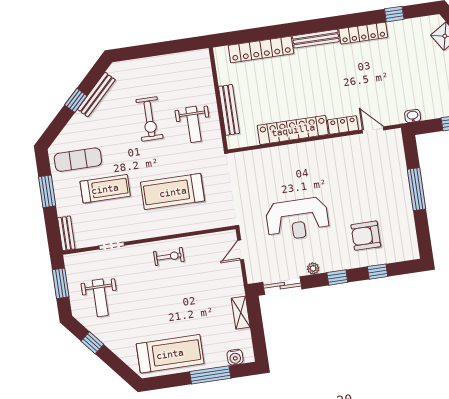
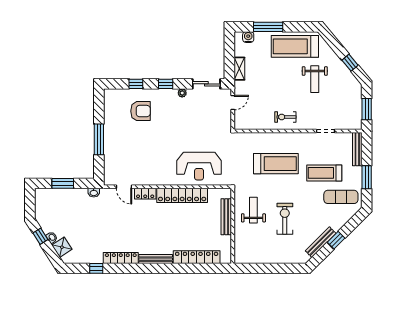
reception desk: (297, 219) -> (199, 166), moved, turned 180
bench: (66, 233) -> (357, 149), width x1.36
door: (241, 250) -> (233, 103), moved
weight bench: (100, 298) -> (315, 79), moved, turned 180

